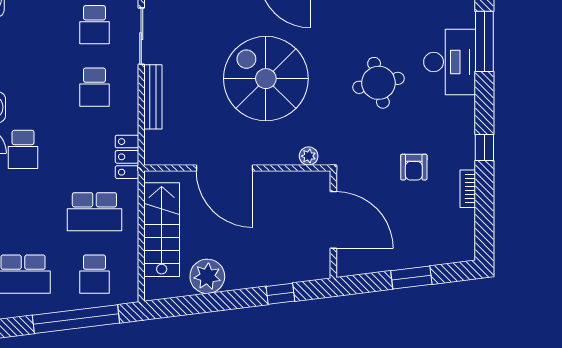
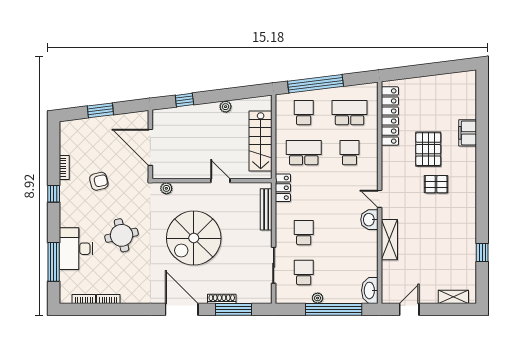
spiral stairs: (266, 79) -> (194, 238), turned 90
bench: (153, 97) -> (266, 209), moved
school desk: (23, 149) -> (350, 153), moved
armchair: (414, 167) -> (99, 181), turned 76
door: (224, 168) -> (220, 181), width x0.53
plant: (207, 276) -> (226, 107), width x0.53, depth x0.53

